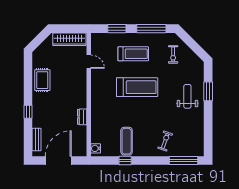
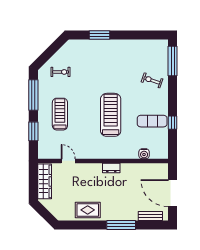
door: (89, 62) -> (68, 161), hinge flipped
treadmill: (137, 87) -> (111, 115), moved
weight bench: (187, 96) -> (105, 57), removed
window: (28, 112) -> (121, 225), width x2.17
dresser: (82, 117) -> (111, 168), moved
water cooler: (96, 148) -> (144, 154), moved

